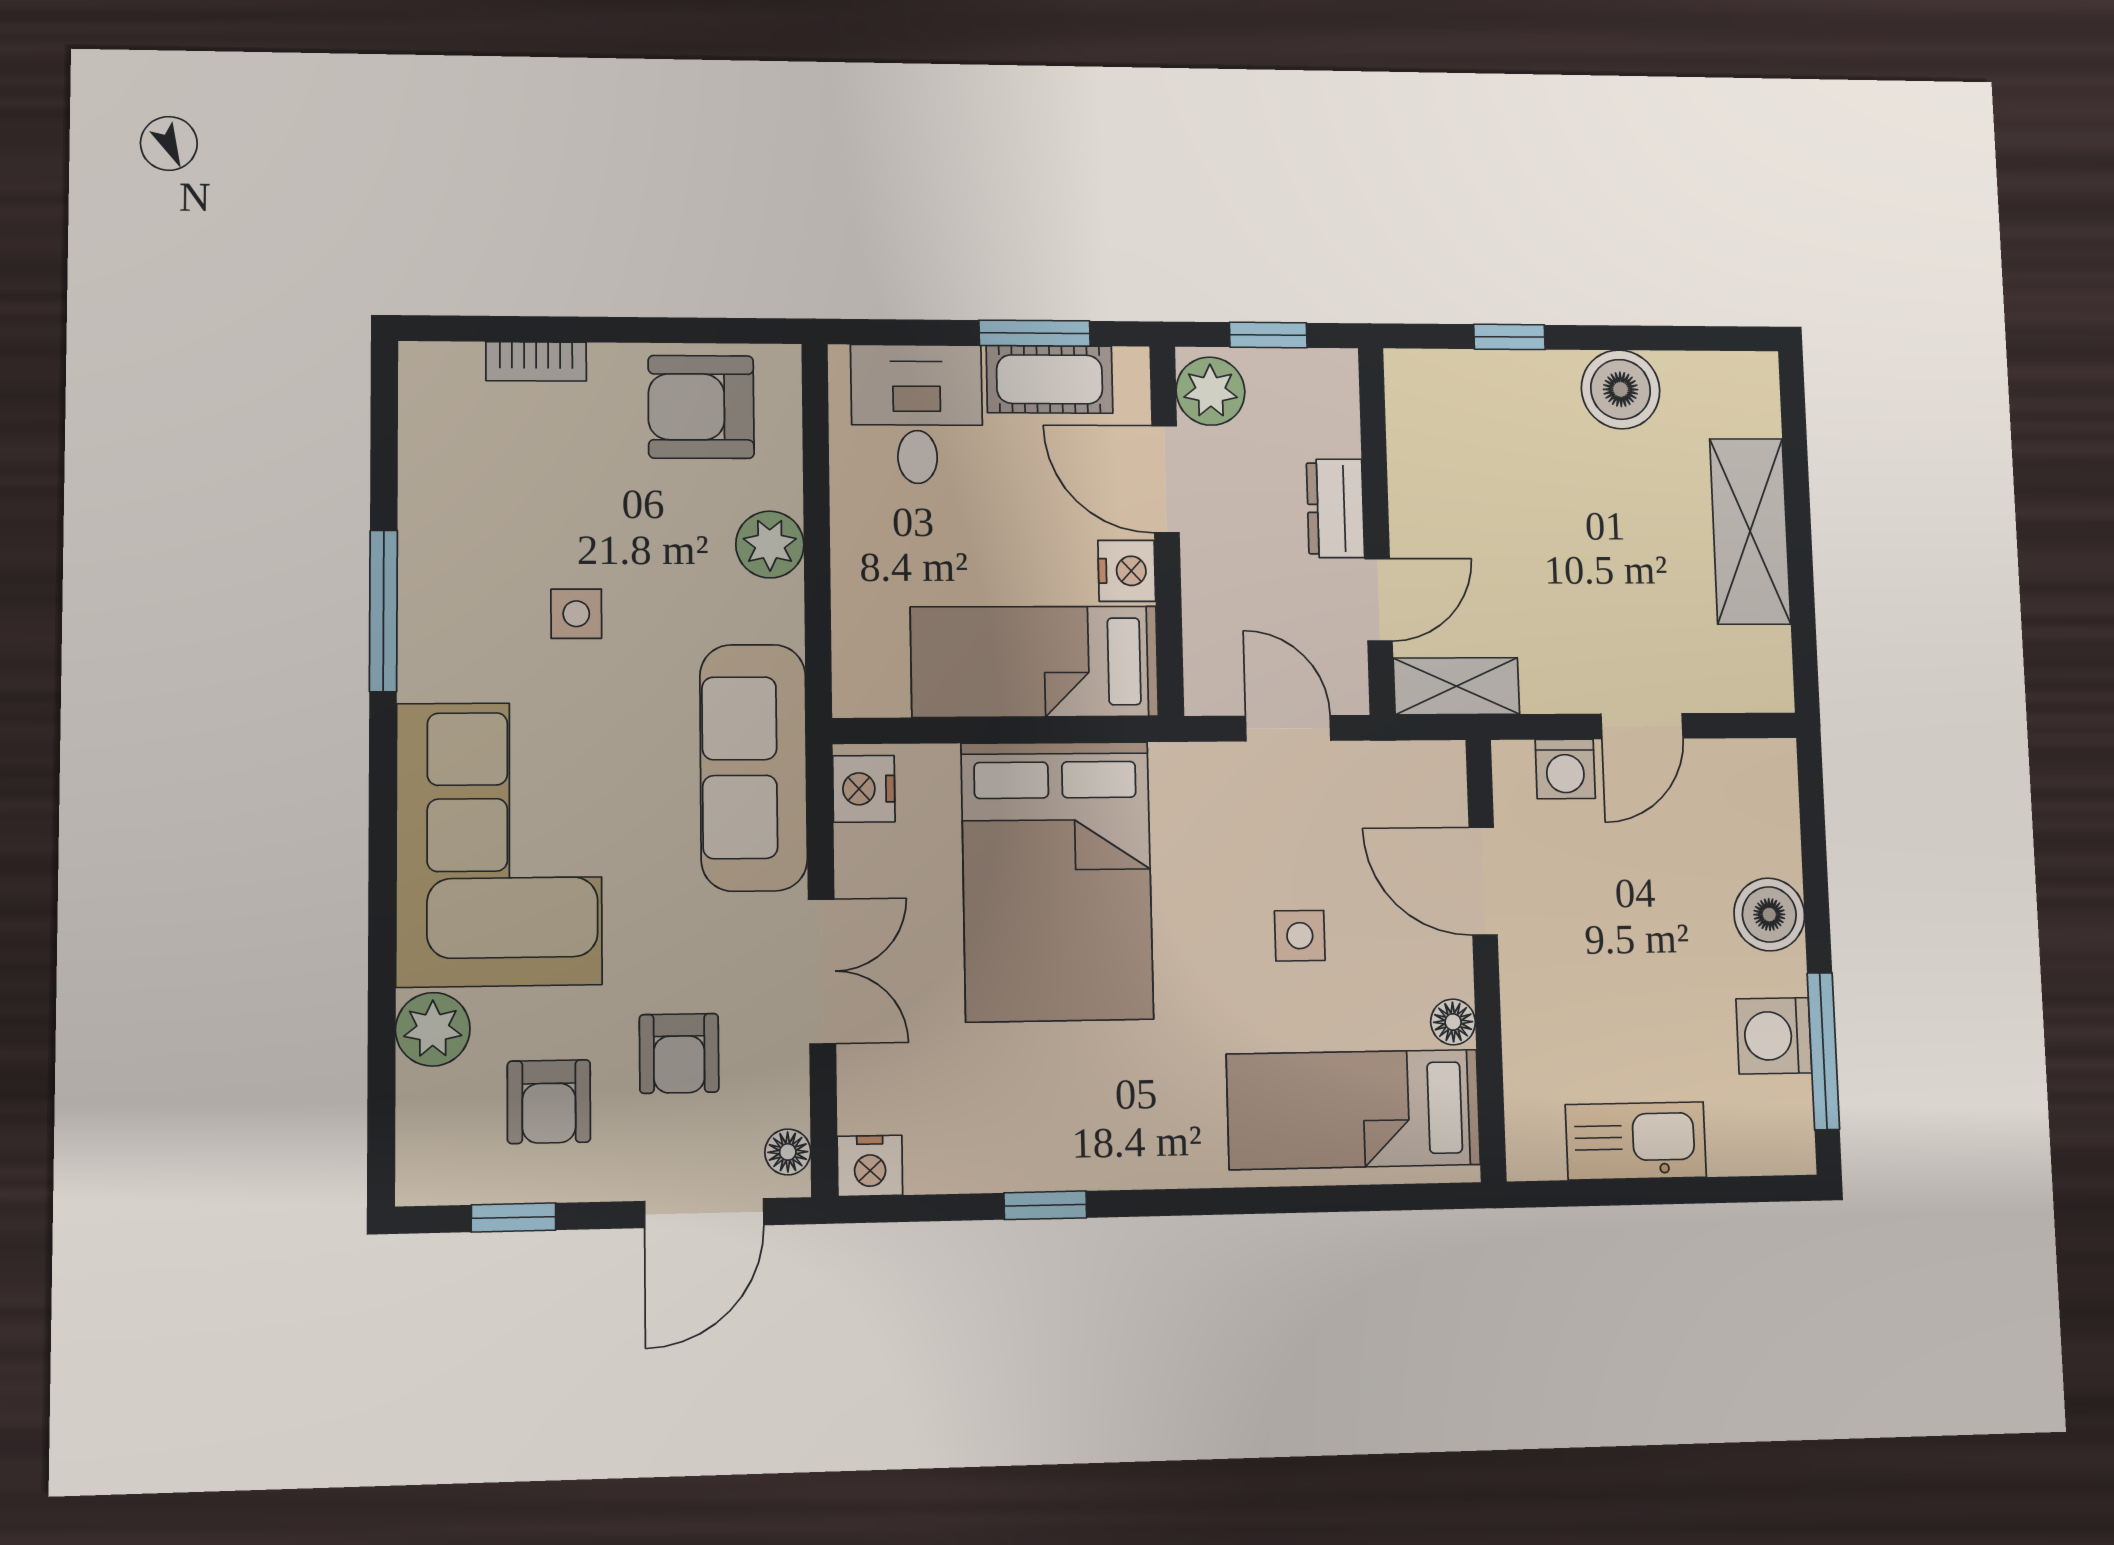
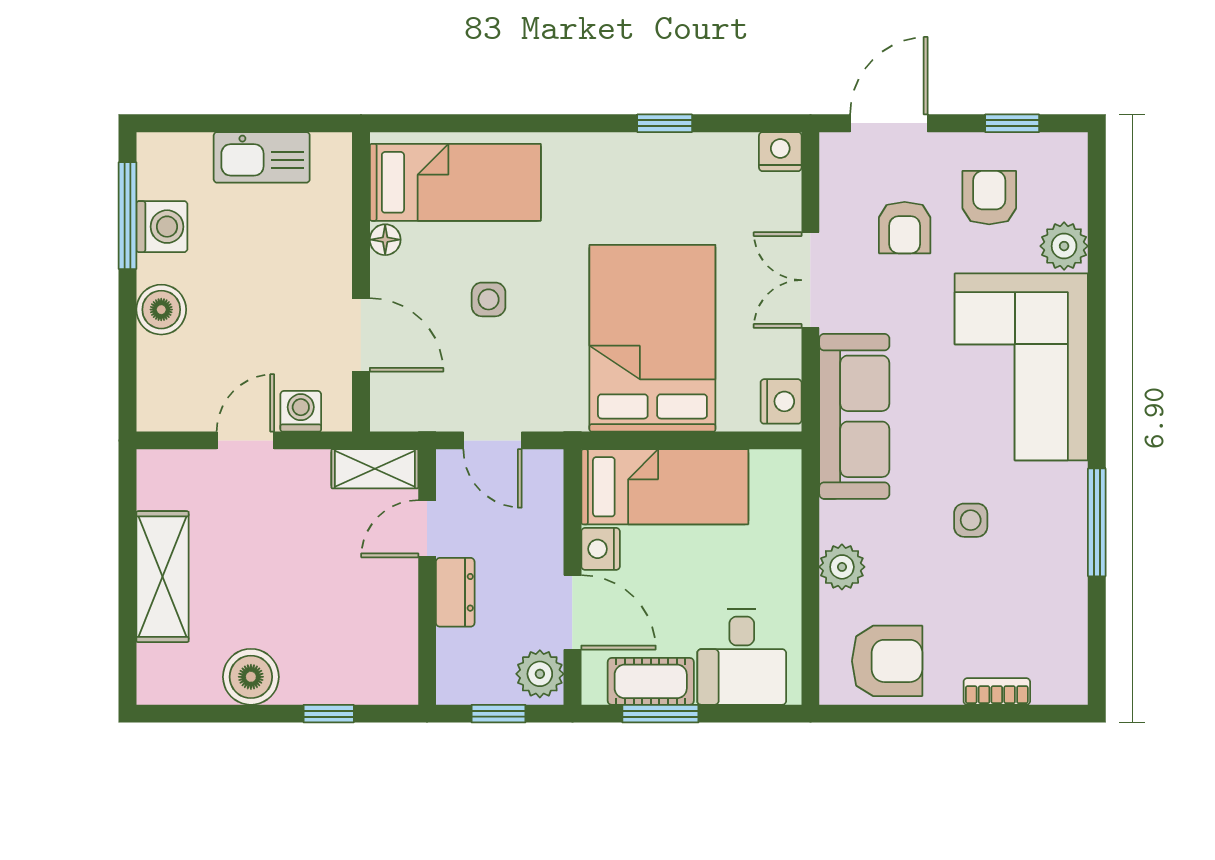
armchair: (679, 1053) -> (905, 228), turned 180
floor lamp: (788, 1152) -> (834, 162), removed

